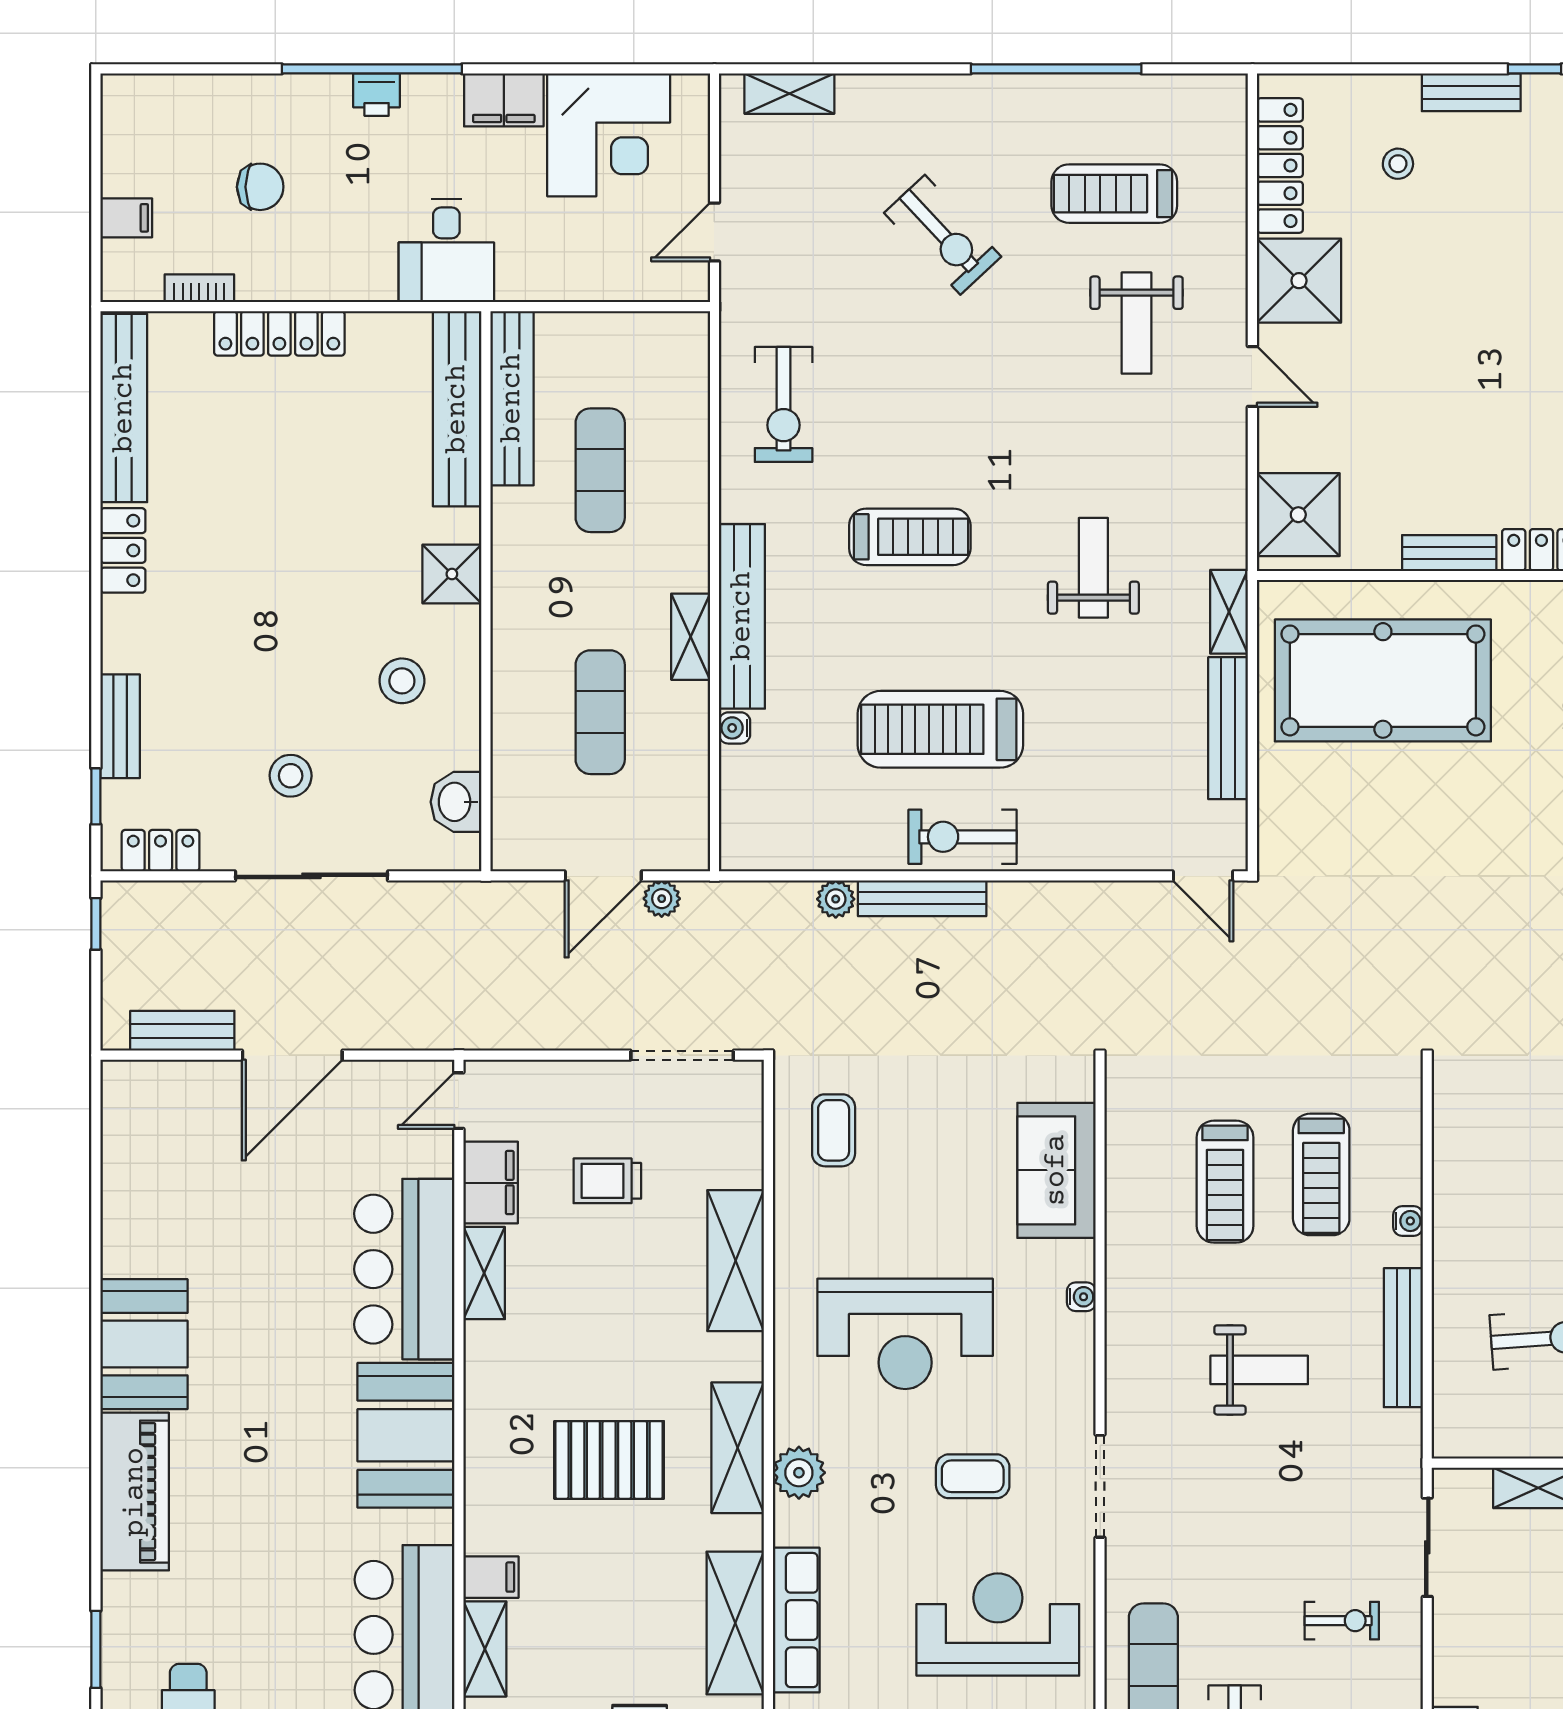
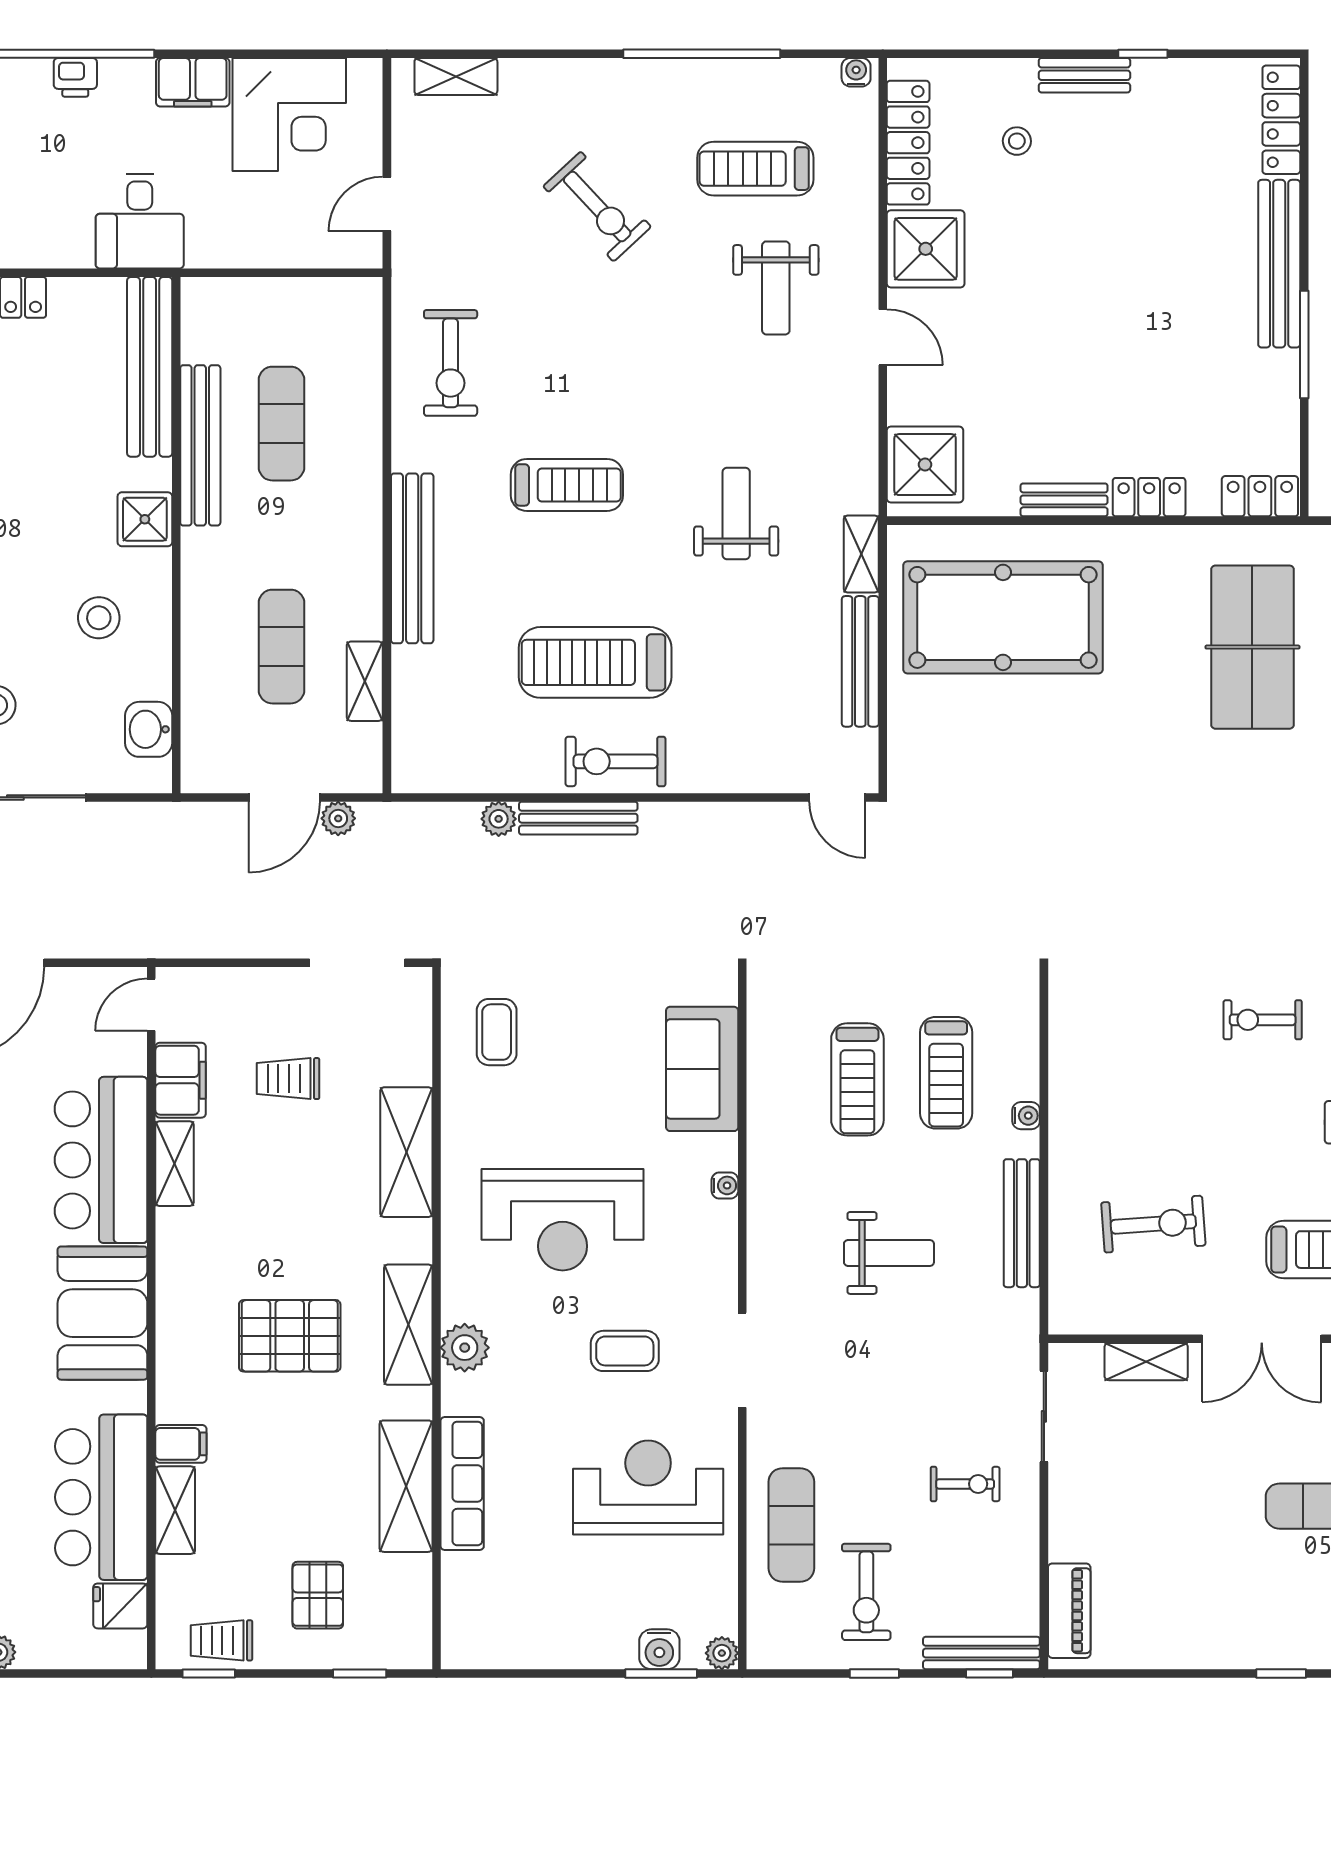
bench: (512, 398) -> (200, 445), moved
shelving: (691, 637) -> (365, 681), moved
water cooler: (735, 728) -> (856, 72), moved, turned 90

